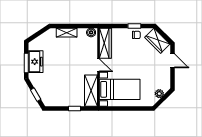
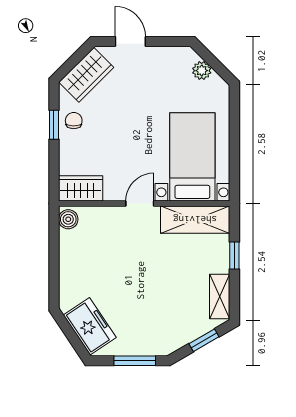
shelving: (67, 33) -> (220, 297), moved
wardrobe: (105, 43) -> (81, 188), width x0.67
door: (173, 61) -> (130, 42), hinge flipped
freezer: (36, 62) -> (90, 326), moved, turned 56

